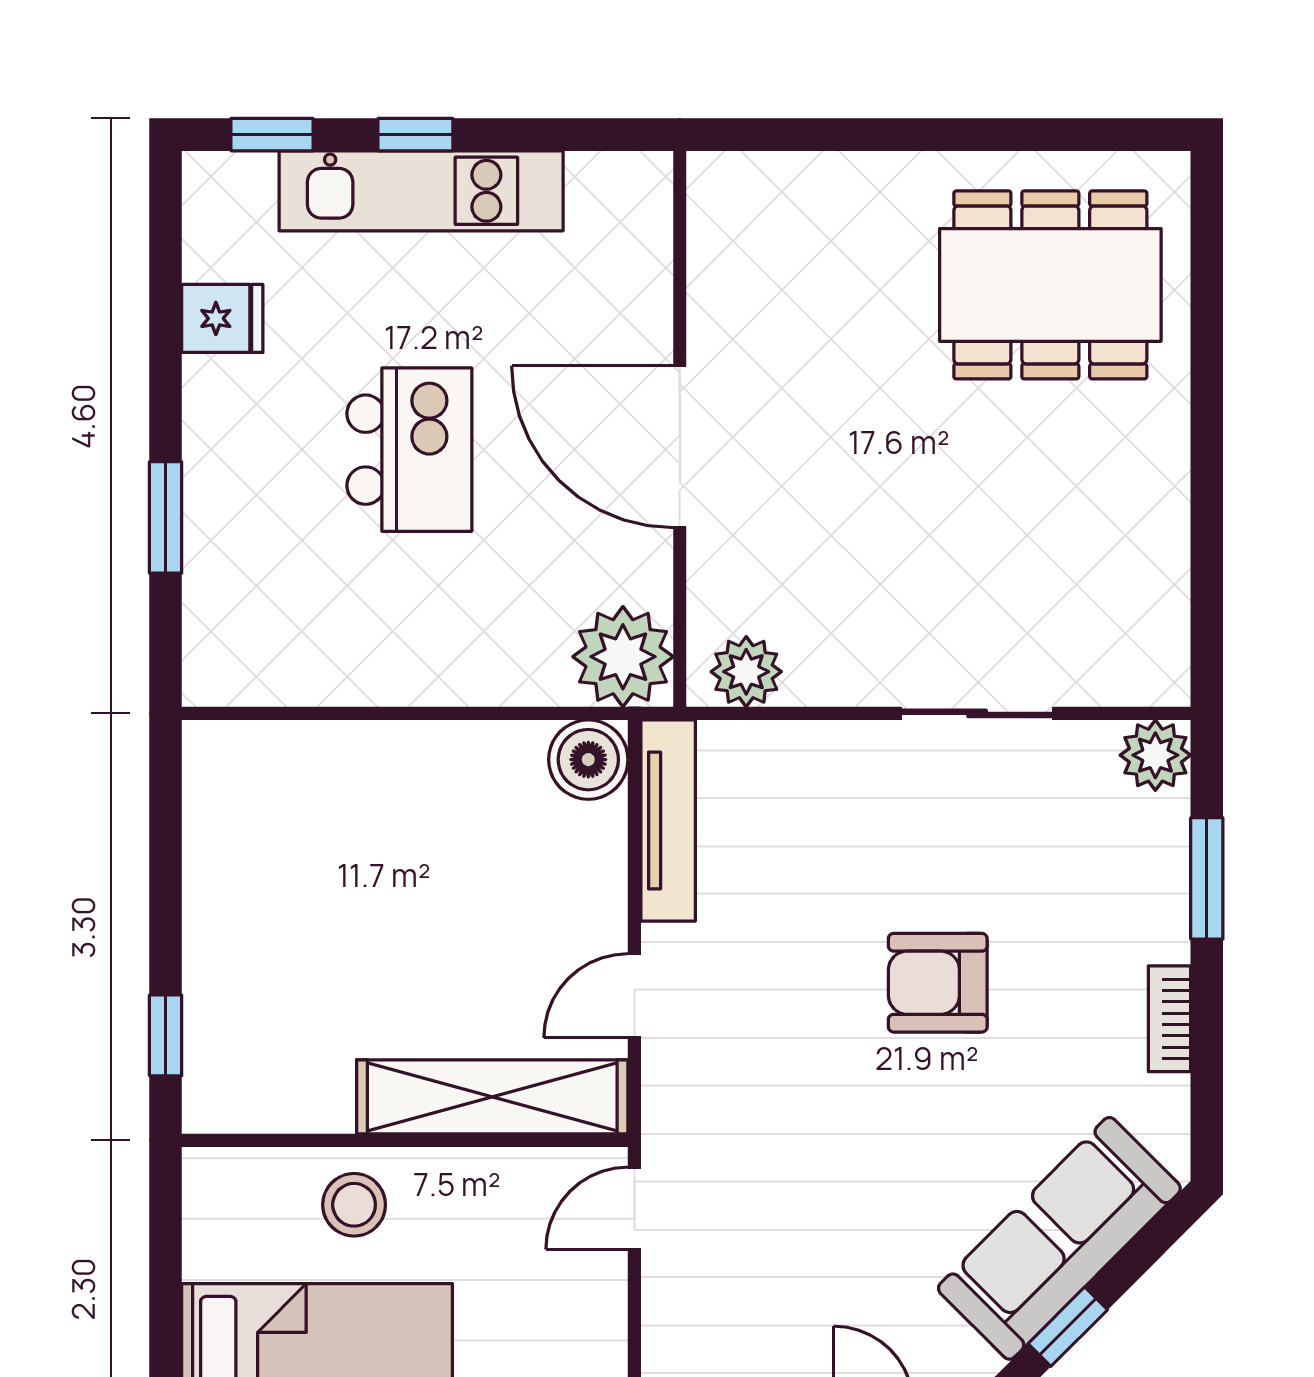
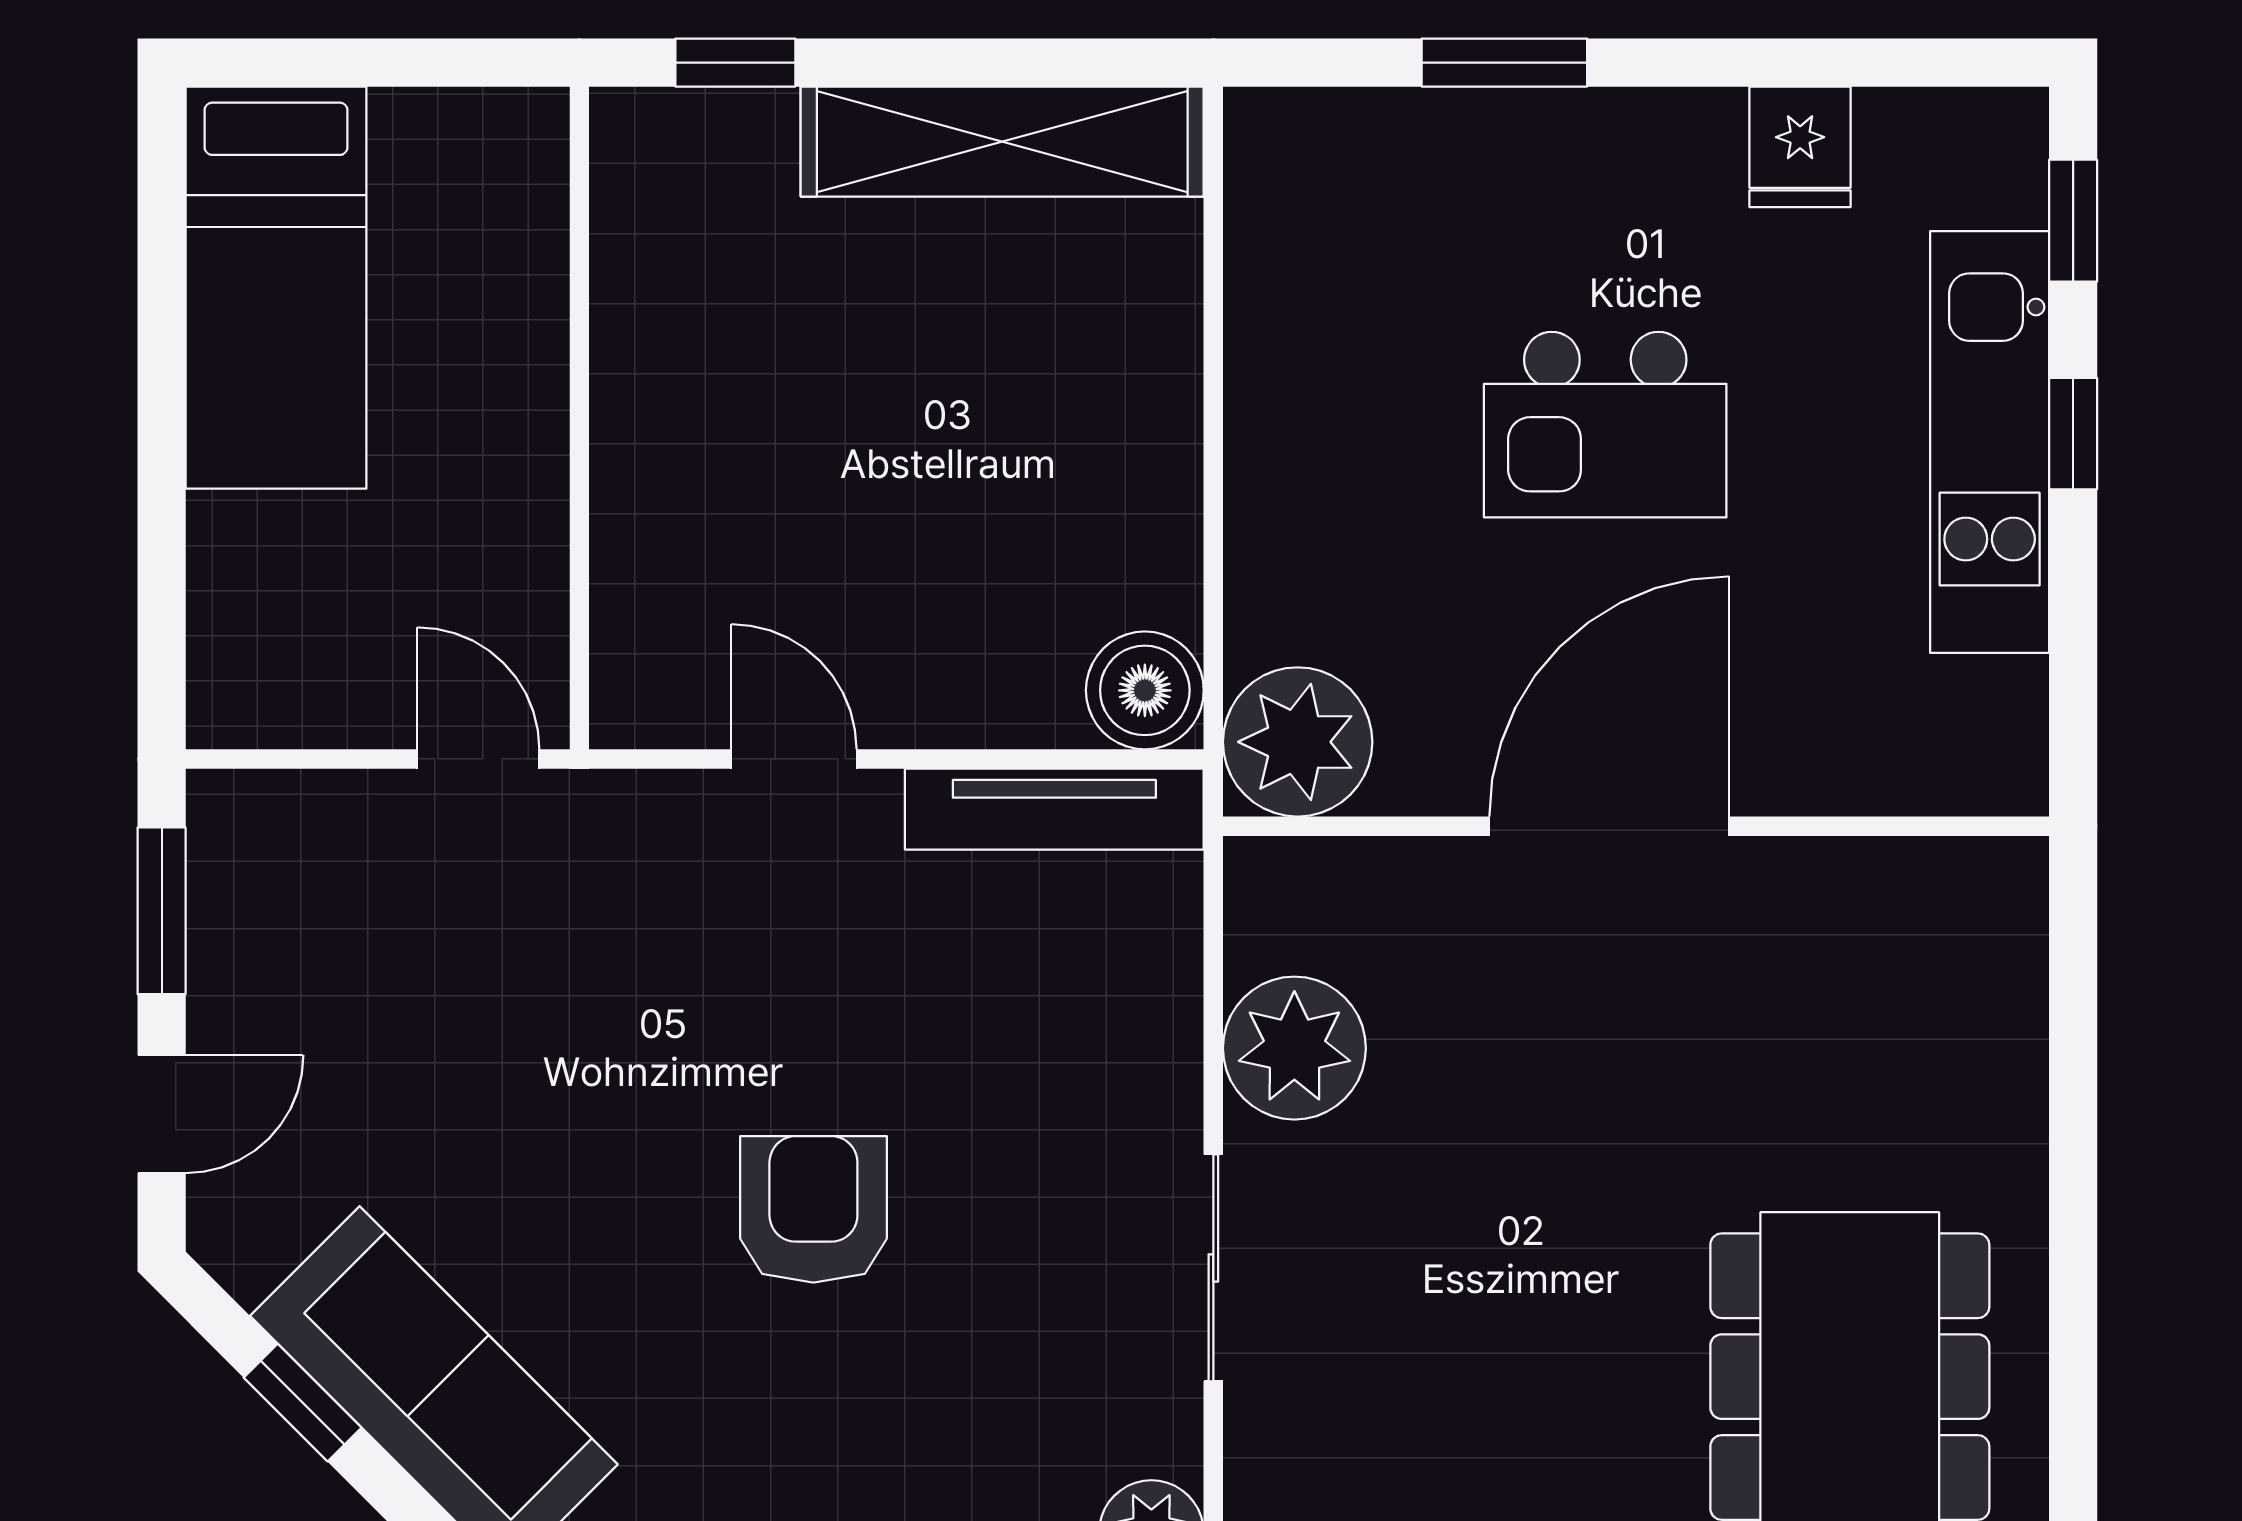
plant: (746, 672) -> (1294, 1048), moved, width x1.36, depth x1.36
shelving: (492, 1097) -> (1002, 142), moved, turned 90
stool: (354, 1205) -> (484, 343), removed

